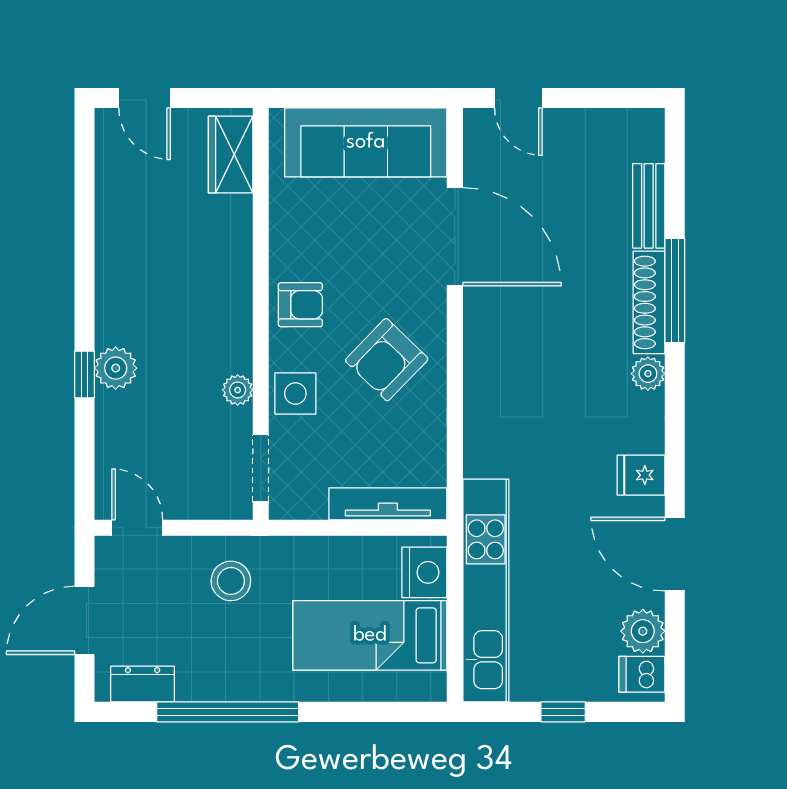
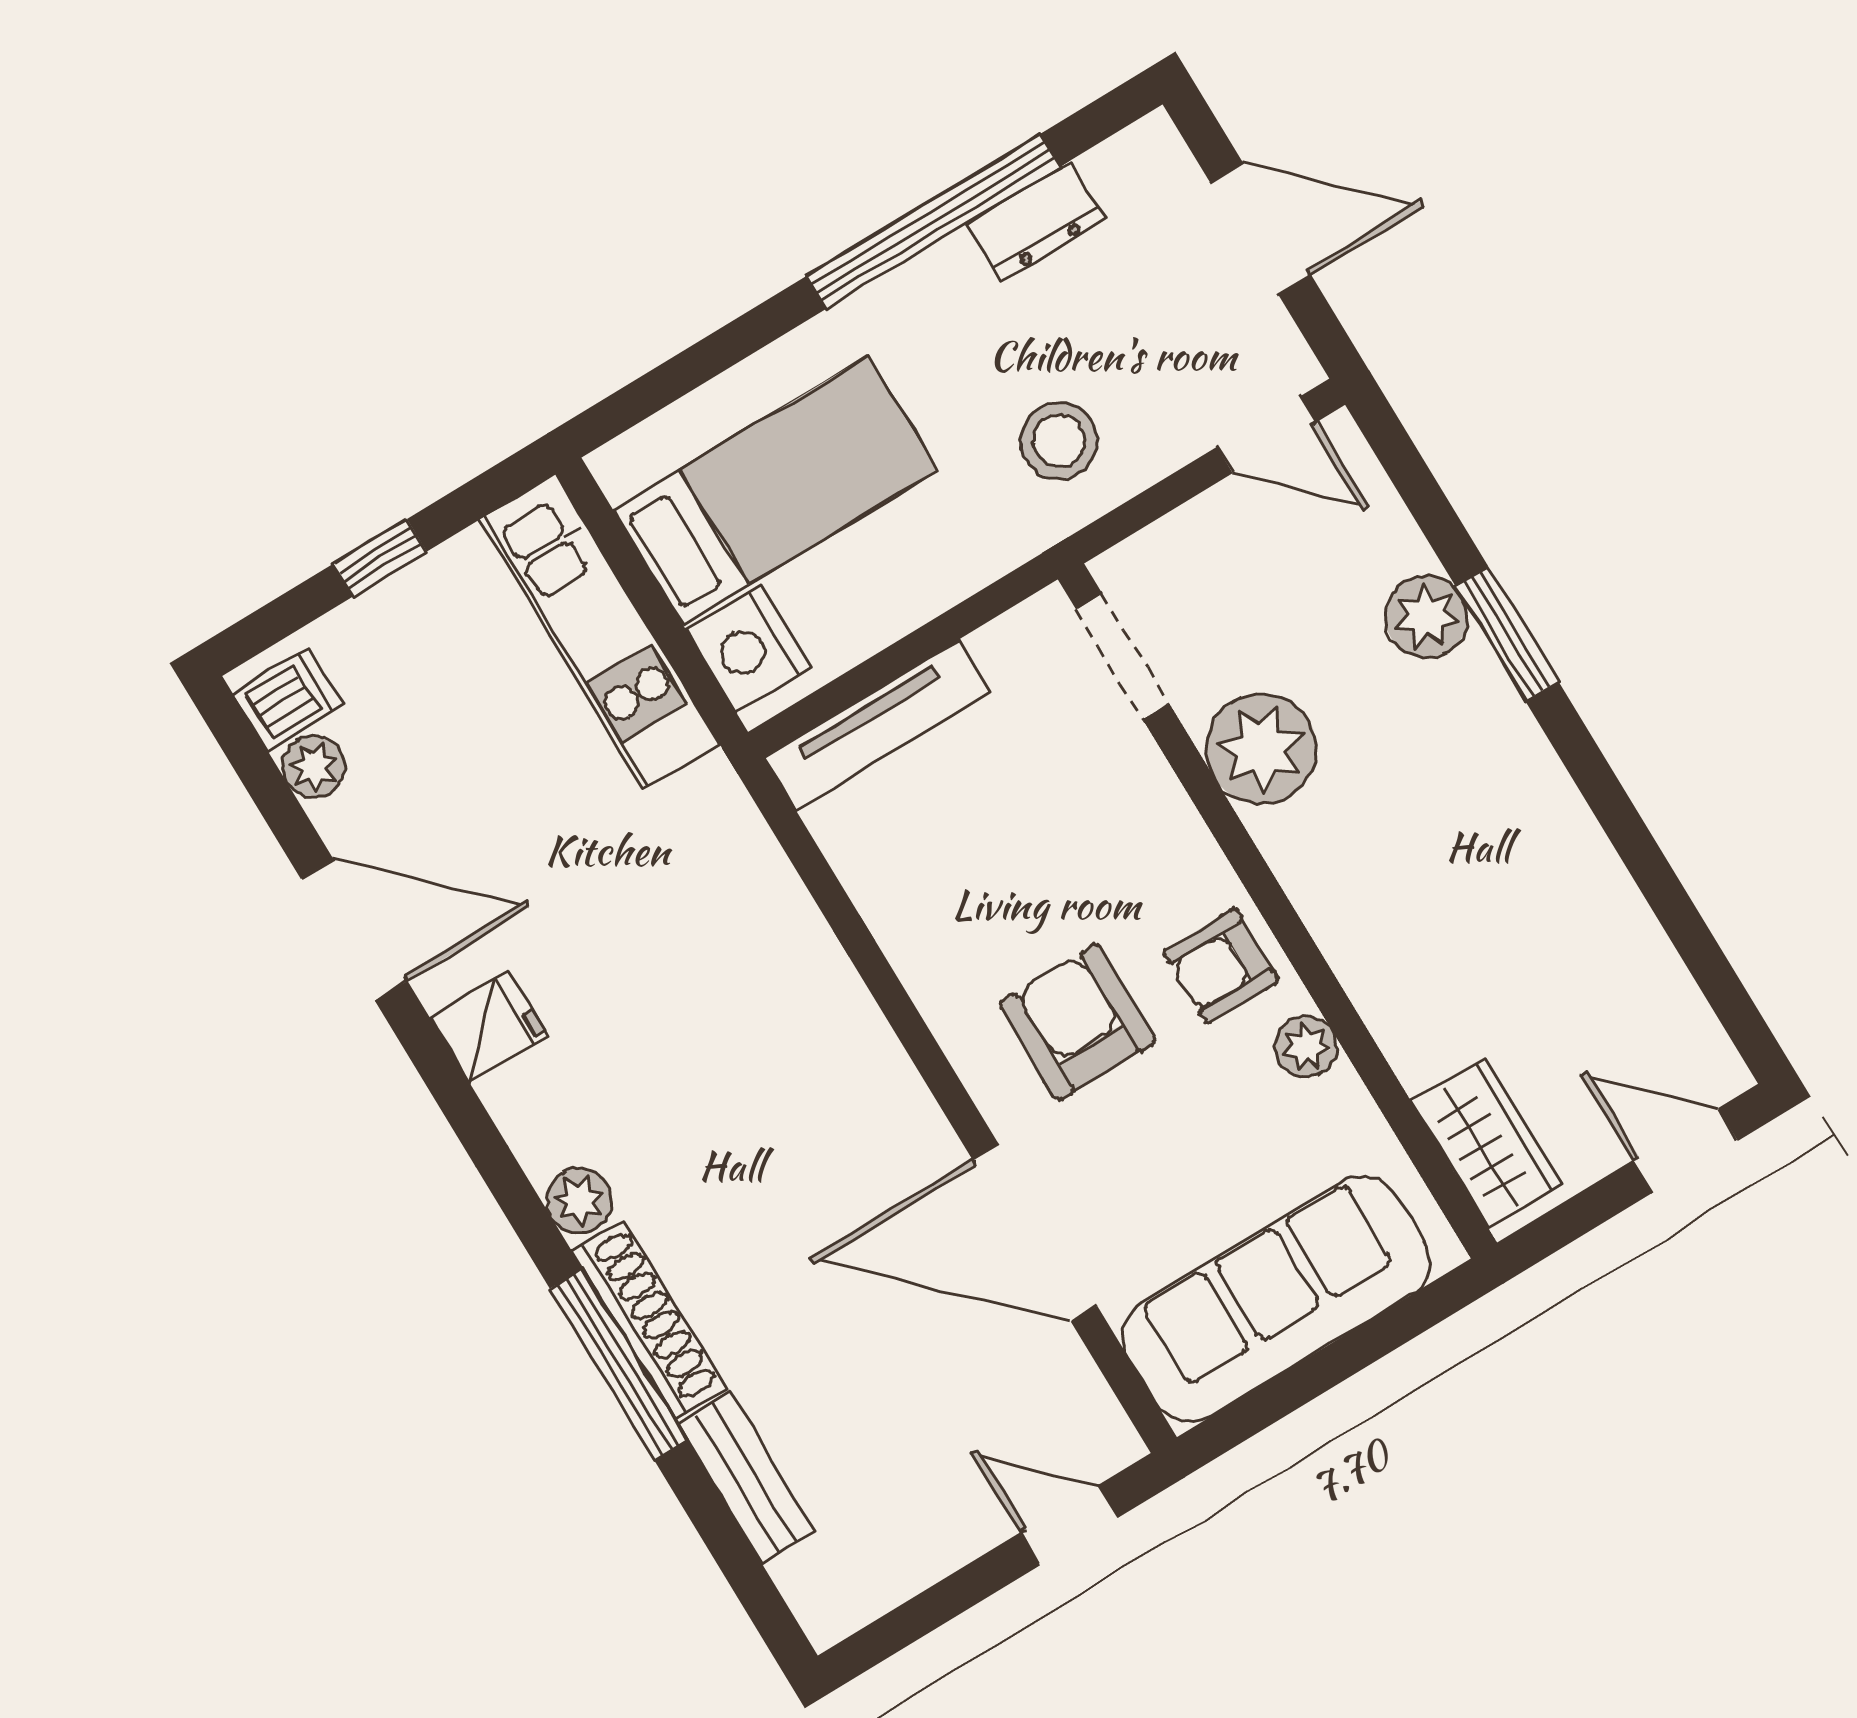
plant: (285, 246) -> (1306, 1046), added
armchair: (387, 360) -> (1077, 1022), moved, turned -44
plant: (116, 368) -> (1426, 617), moved
window: (85, 375) -> (1507, 634), width x1.50
plant: (238, 390) -> (1261, 749), width x1.88, depth x1.88
side table: (295, 394) -> (1141, 814), removed
kitchen unit: (486, 591) -> (599, 631), width x0.73
door: (85, 620) -> (1261, 229), hinge flipped
plant: (643, 631) -> (314, 767), width x0.73, depth x0.73
dresser: (143, 684) -> (1036, 222), moved

